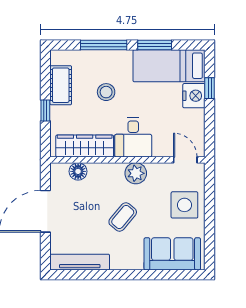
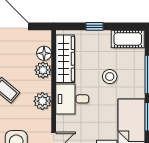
cot: (61, 85) -> (128, 39), moved
plant: (98, 173) -> (43, 70), added

